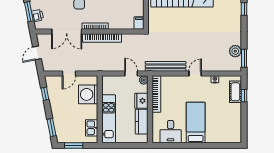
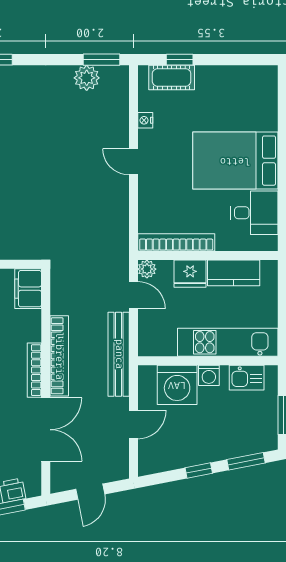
filing cabinet: (139, 23) -> (28, 289), width x2.00
door: (37, 53) -> (90, 492), hinge flipped
bench: (166, 66) -> (119, 354), moved
door: (69, 74) -> (133, 425), hinge flipped
door: (131, 74) -> (133, 295), swing flipped
window: (45, 94) -> (199, 470), moved
washing machine: (93, 110) -> (209, 375), added
bed: (196, 122) -> (235, 161), width x1.50

